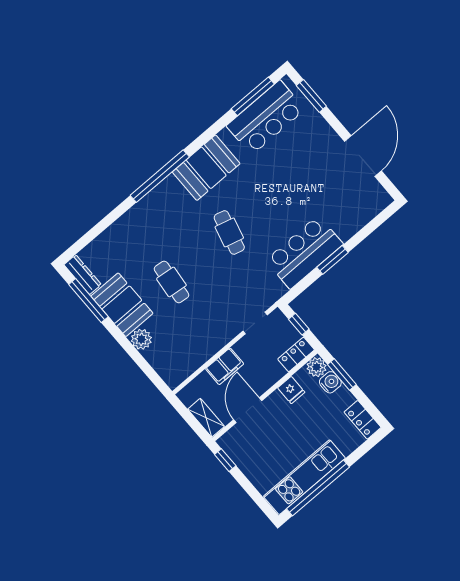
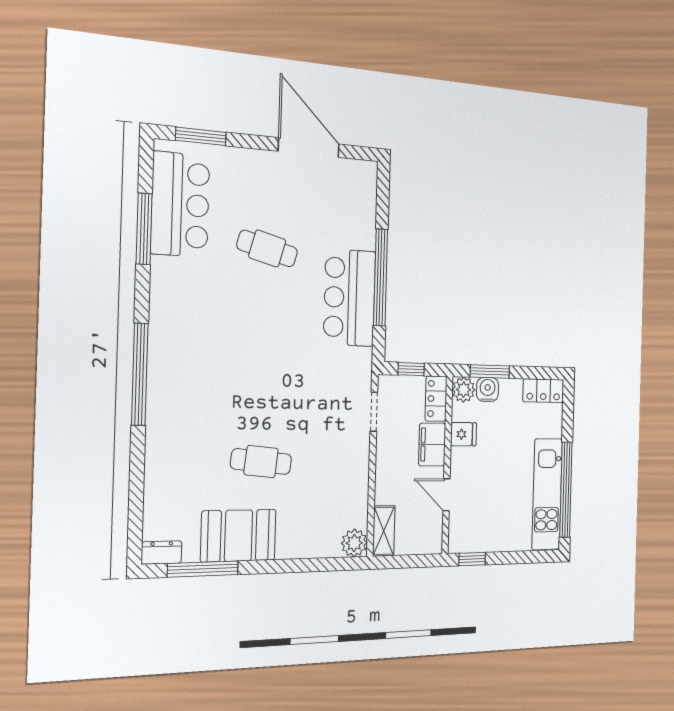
window: (253, 96) -> (144, 229), moved
booth: (206, 168) -> (176, 316), removed
cafe table: (229, 232) -> (267, 249), moved
window: (332, 260) -> (381, 277), width x2.11
dresser: (83, 275) -> (161, 553), width x0.70
plant: (141, 339) -> (354, 543), moved
filing cabinet: (225, 366) -> (432, 445), moved, turned 180
door: (248, 410) -> (446, 495), width x0.73
shelving: (206, 418) -> (384, 531), moved, turned 90

